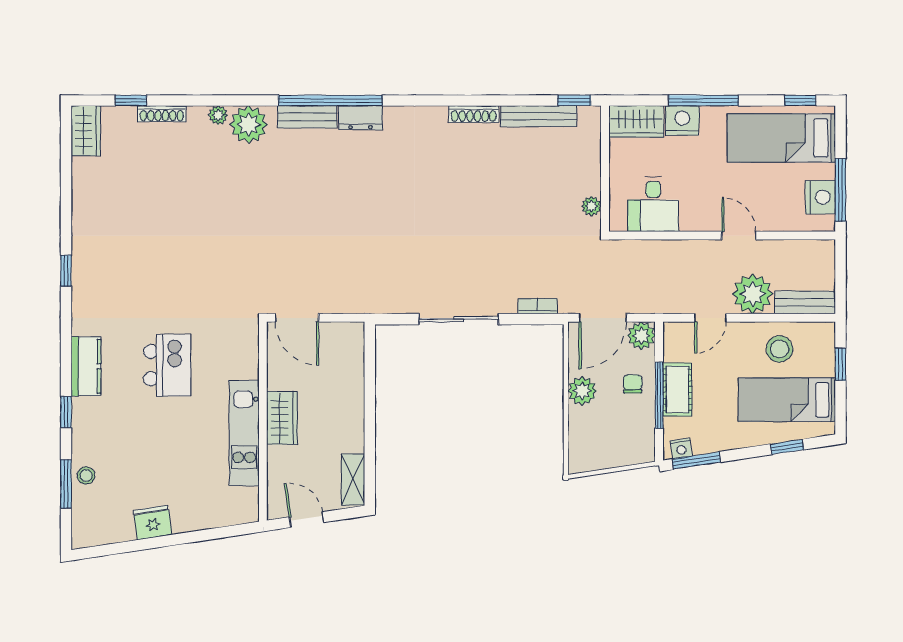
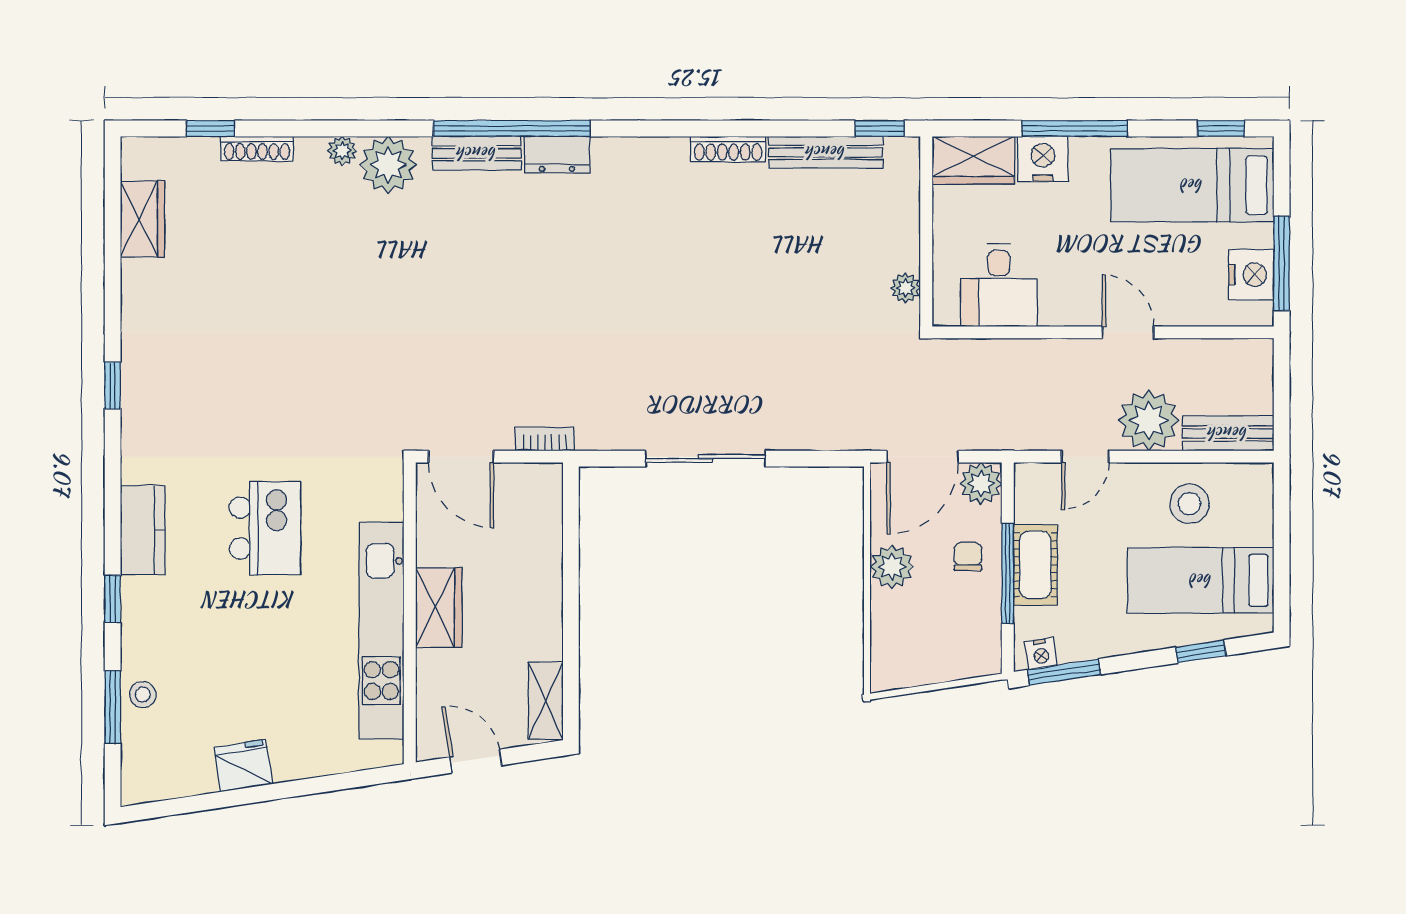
wardrobe: (86, 131) -> (142, 219), moved
bookcase: (538, 306) -> (545, 439), moved
window: (840, 364) -> (1282, 527), removed
kitchen unit: (244, 433) -> (381, 630), width x1.36

